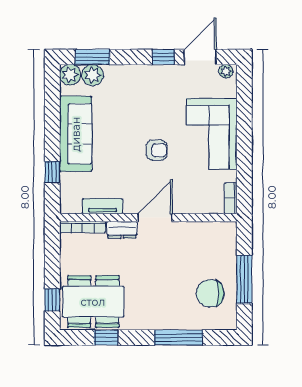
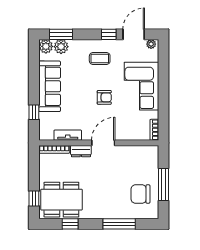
coffee table: (150, 93) -> (100, 59), added

